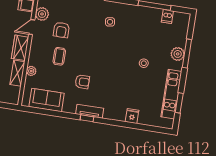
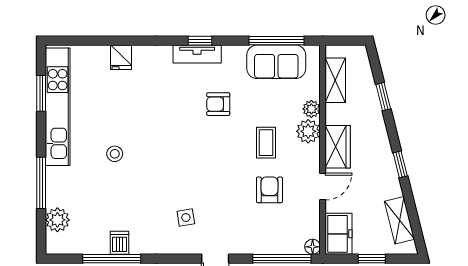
plant: (42, 14) -> (308, 131), moved
dishwasher: (167, 17) -> (119, 243), moved
plant: (178, 54) -> (57, 220), moved
shelving: (17, 73) -> (335, 80), moved
kitchen unit: (171, 94) -> (58, 107), width x1.36
window: (45, 112) -> (276, 41), added

